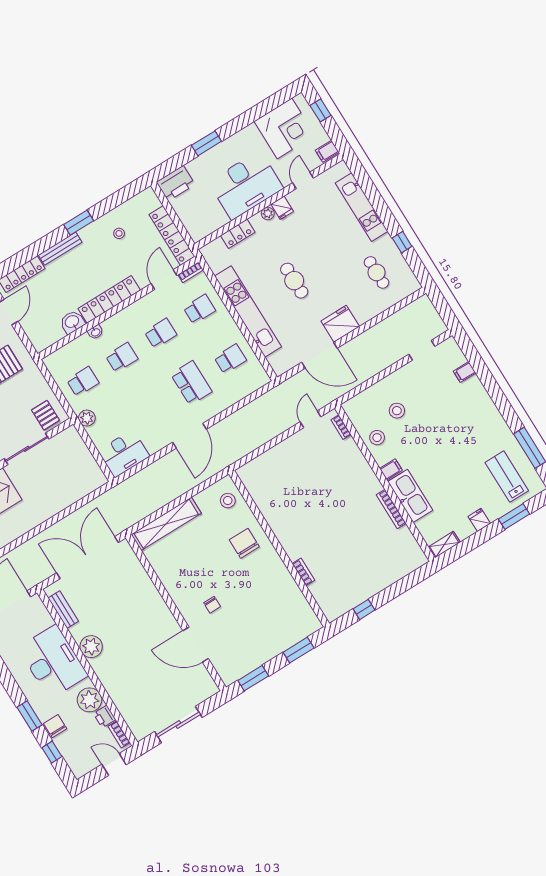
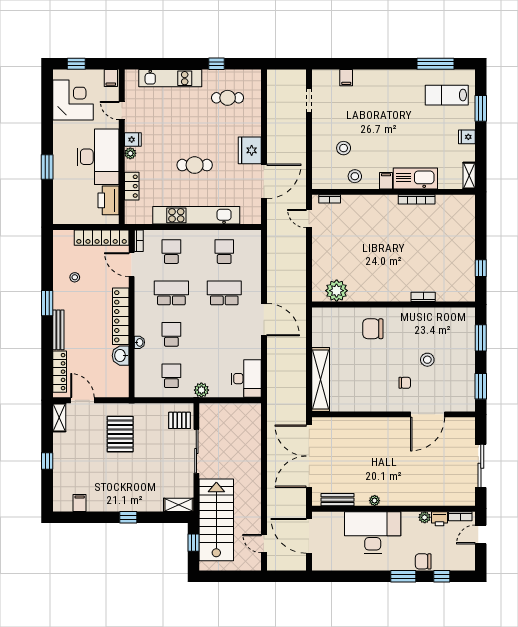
printer: (176, 183) -> (109, 200), moved, turned 180
school desk: (161, 333) -> (171, 293), width x1.85
plant: (259, 487) -> (337, 291), added
stool: (228, 501) -> (427, 360), moved
plant: (91, 647) -> (375, 501), width x0.53, depth x0.53
plant: (89, 700) -> (425, 517), width x0.53, depth x0.53

